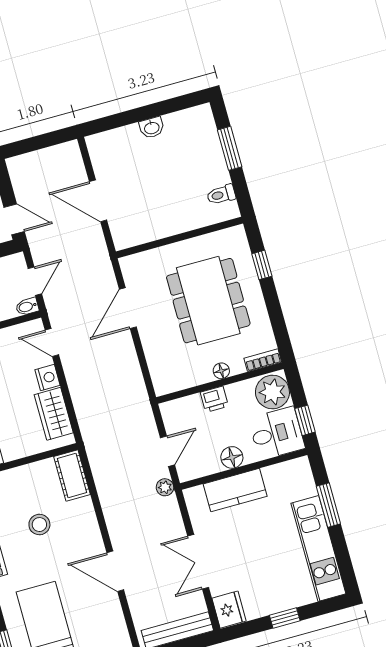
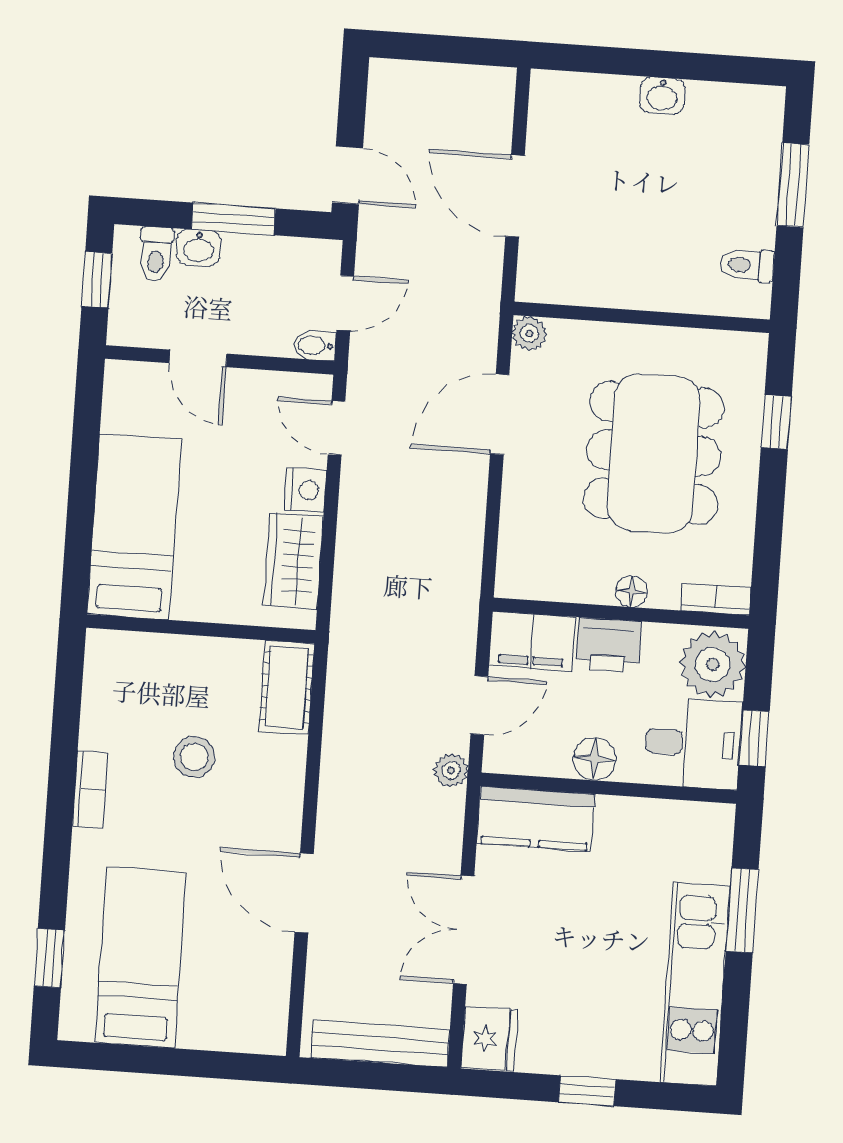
plant: (128, 264) -> (529, 333), added
printer: (214, 399) -> (608, 645), width x1.36, depth x1.24
filing cabinet: (182, 412) -> (532, 641), added
kitchen counter: (235, 490) -> (536, 818), moved

